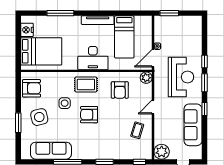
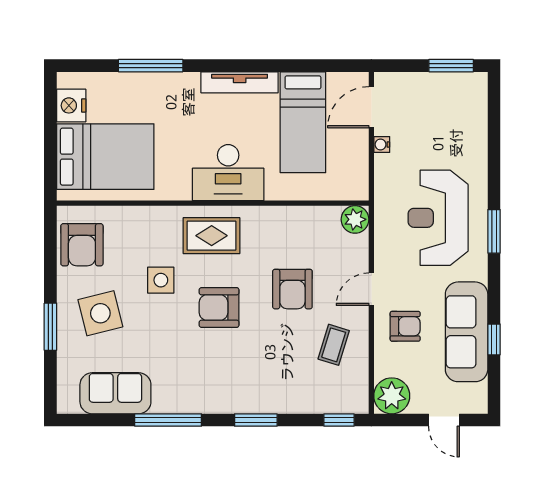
window: (169, 13) -> (451, 66), moved
door: (153, 58) -> (371, 107), moved
window: (204, 61) -> (494, 181), removed
reception desk: (181, 77) -> (438, 218), turned 180
armchair: (32, 88) -> (82, 245), turned 90
armchair: (120, 90) -> (292, 289), moved
window: (204, 109) -> (494, 339), moved
armchair: (167, 123) -> (405, 326), added
sofa: (51, 151) -> (115, 393), width x0.73

